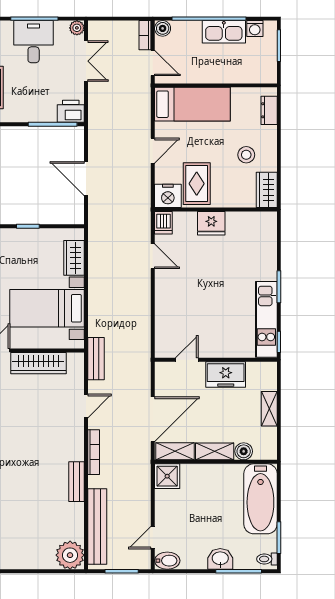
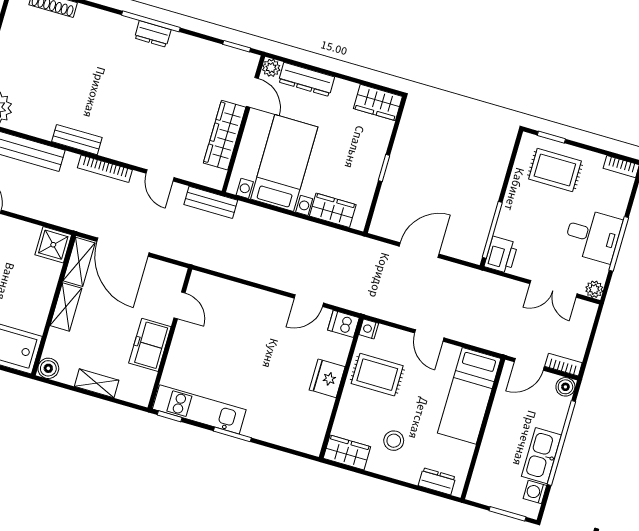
nightstand: (168, 196) -> (369, 329), width x0.53, depth x0.56
boiler: (244, 451) -> (48, 368), moved

